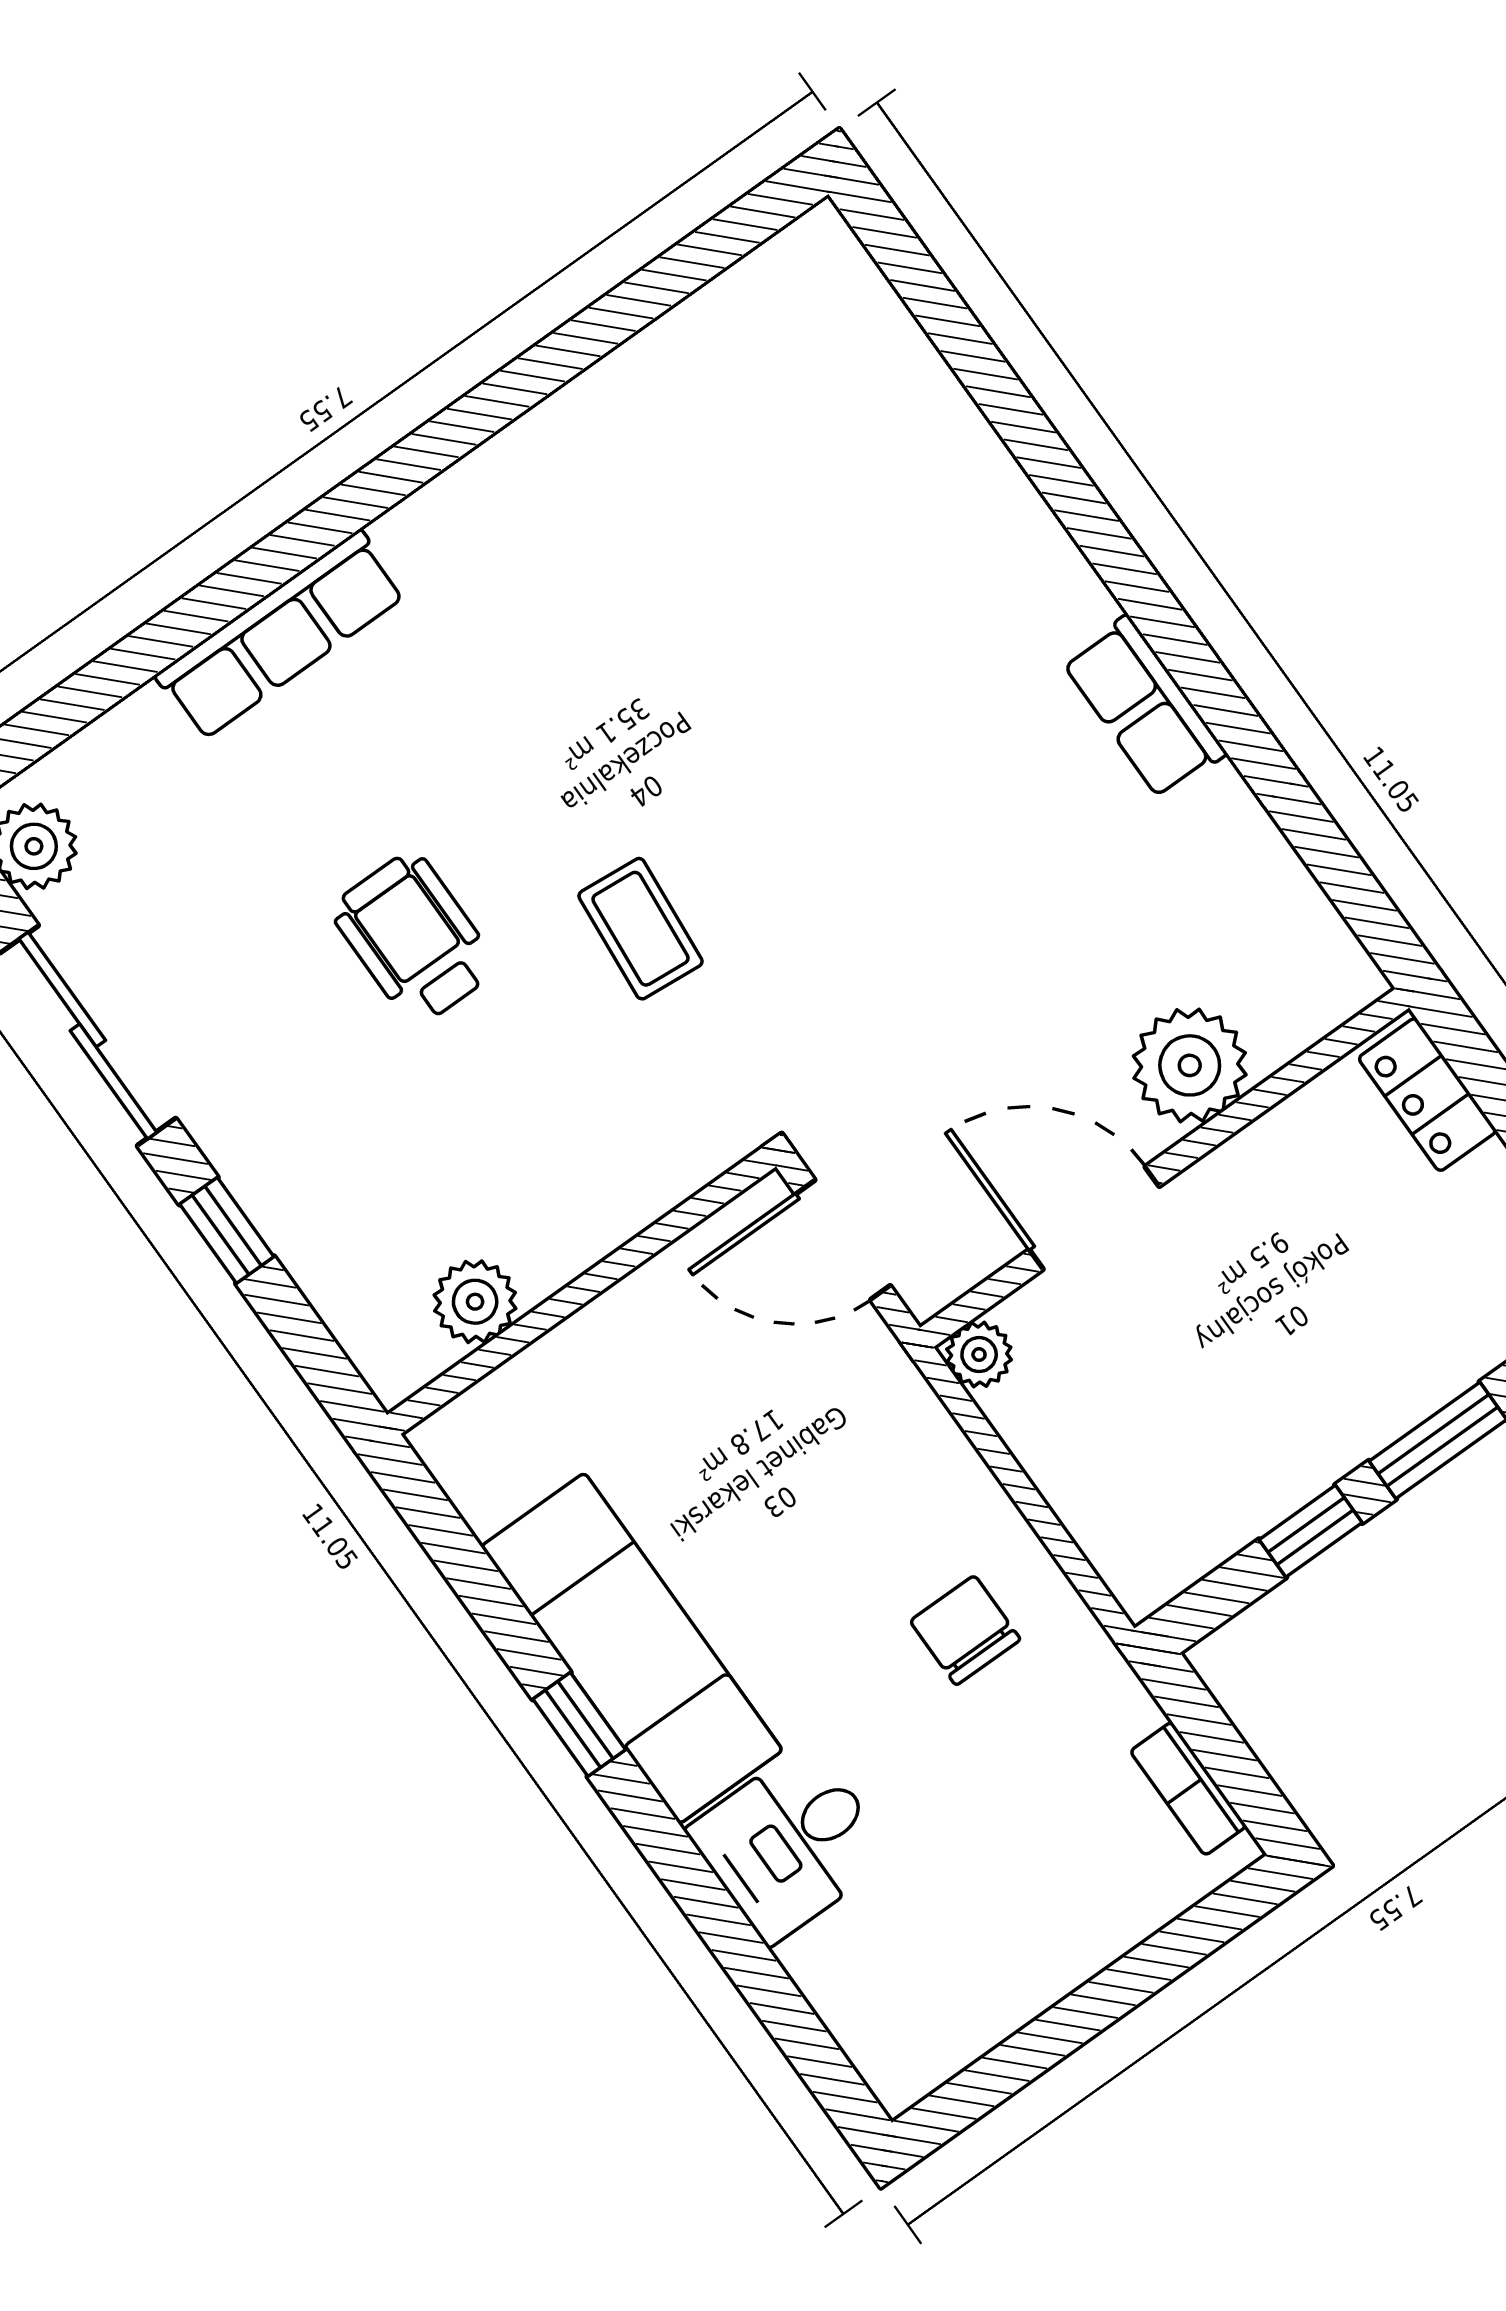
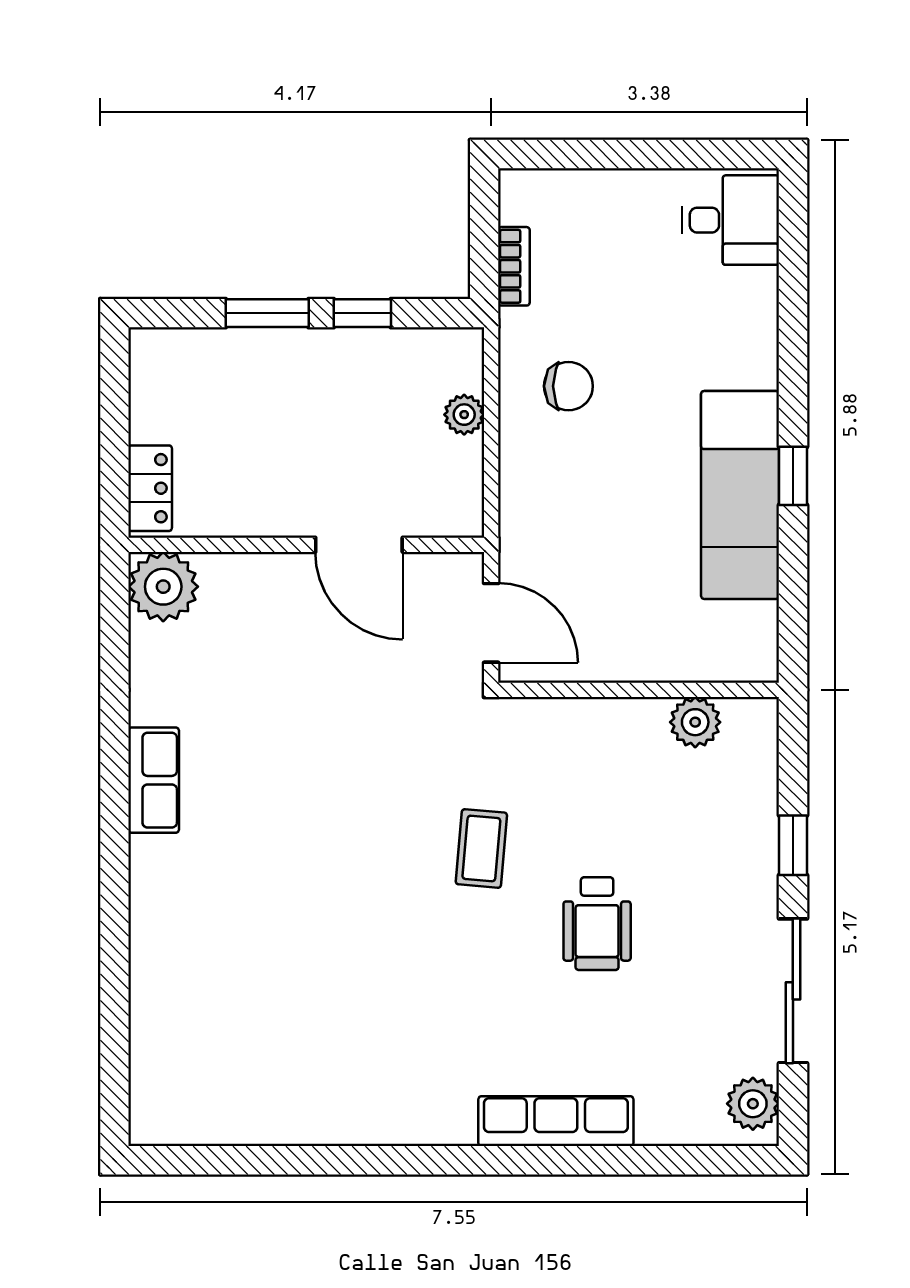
plant: (1190, 1065) -> (163, 587), moved
plant: (979, 1355) -> (464, 415), moved
chair: (965, 1630) -> (568, 386), turned -90
bookcase: (1188, 1789) -> (514, 266), moved
desk: (790, 1843) -> (731, 220), moved

